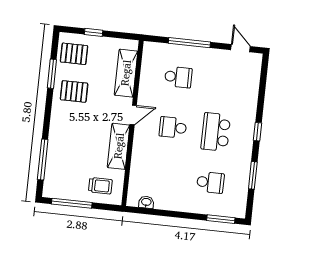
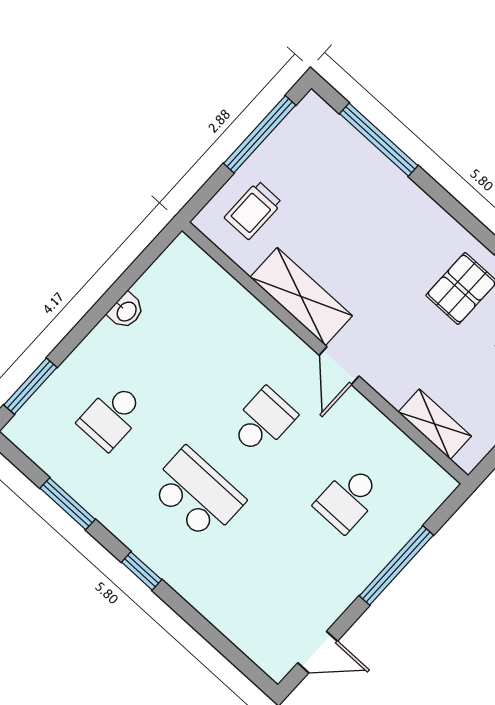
shelving: (126, 73) -> (435, 424), width x0.67, depth x0.75
washbasin: (146, 202) -> (126, 311), moved

